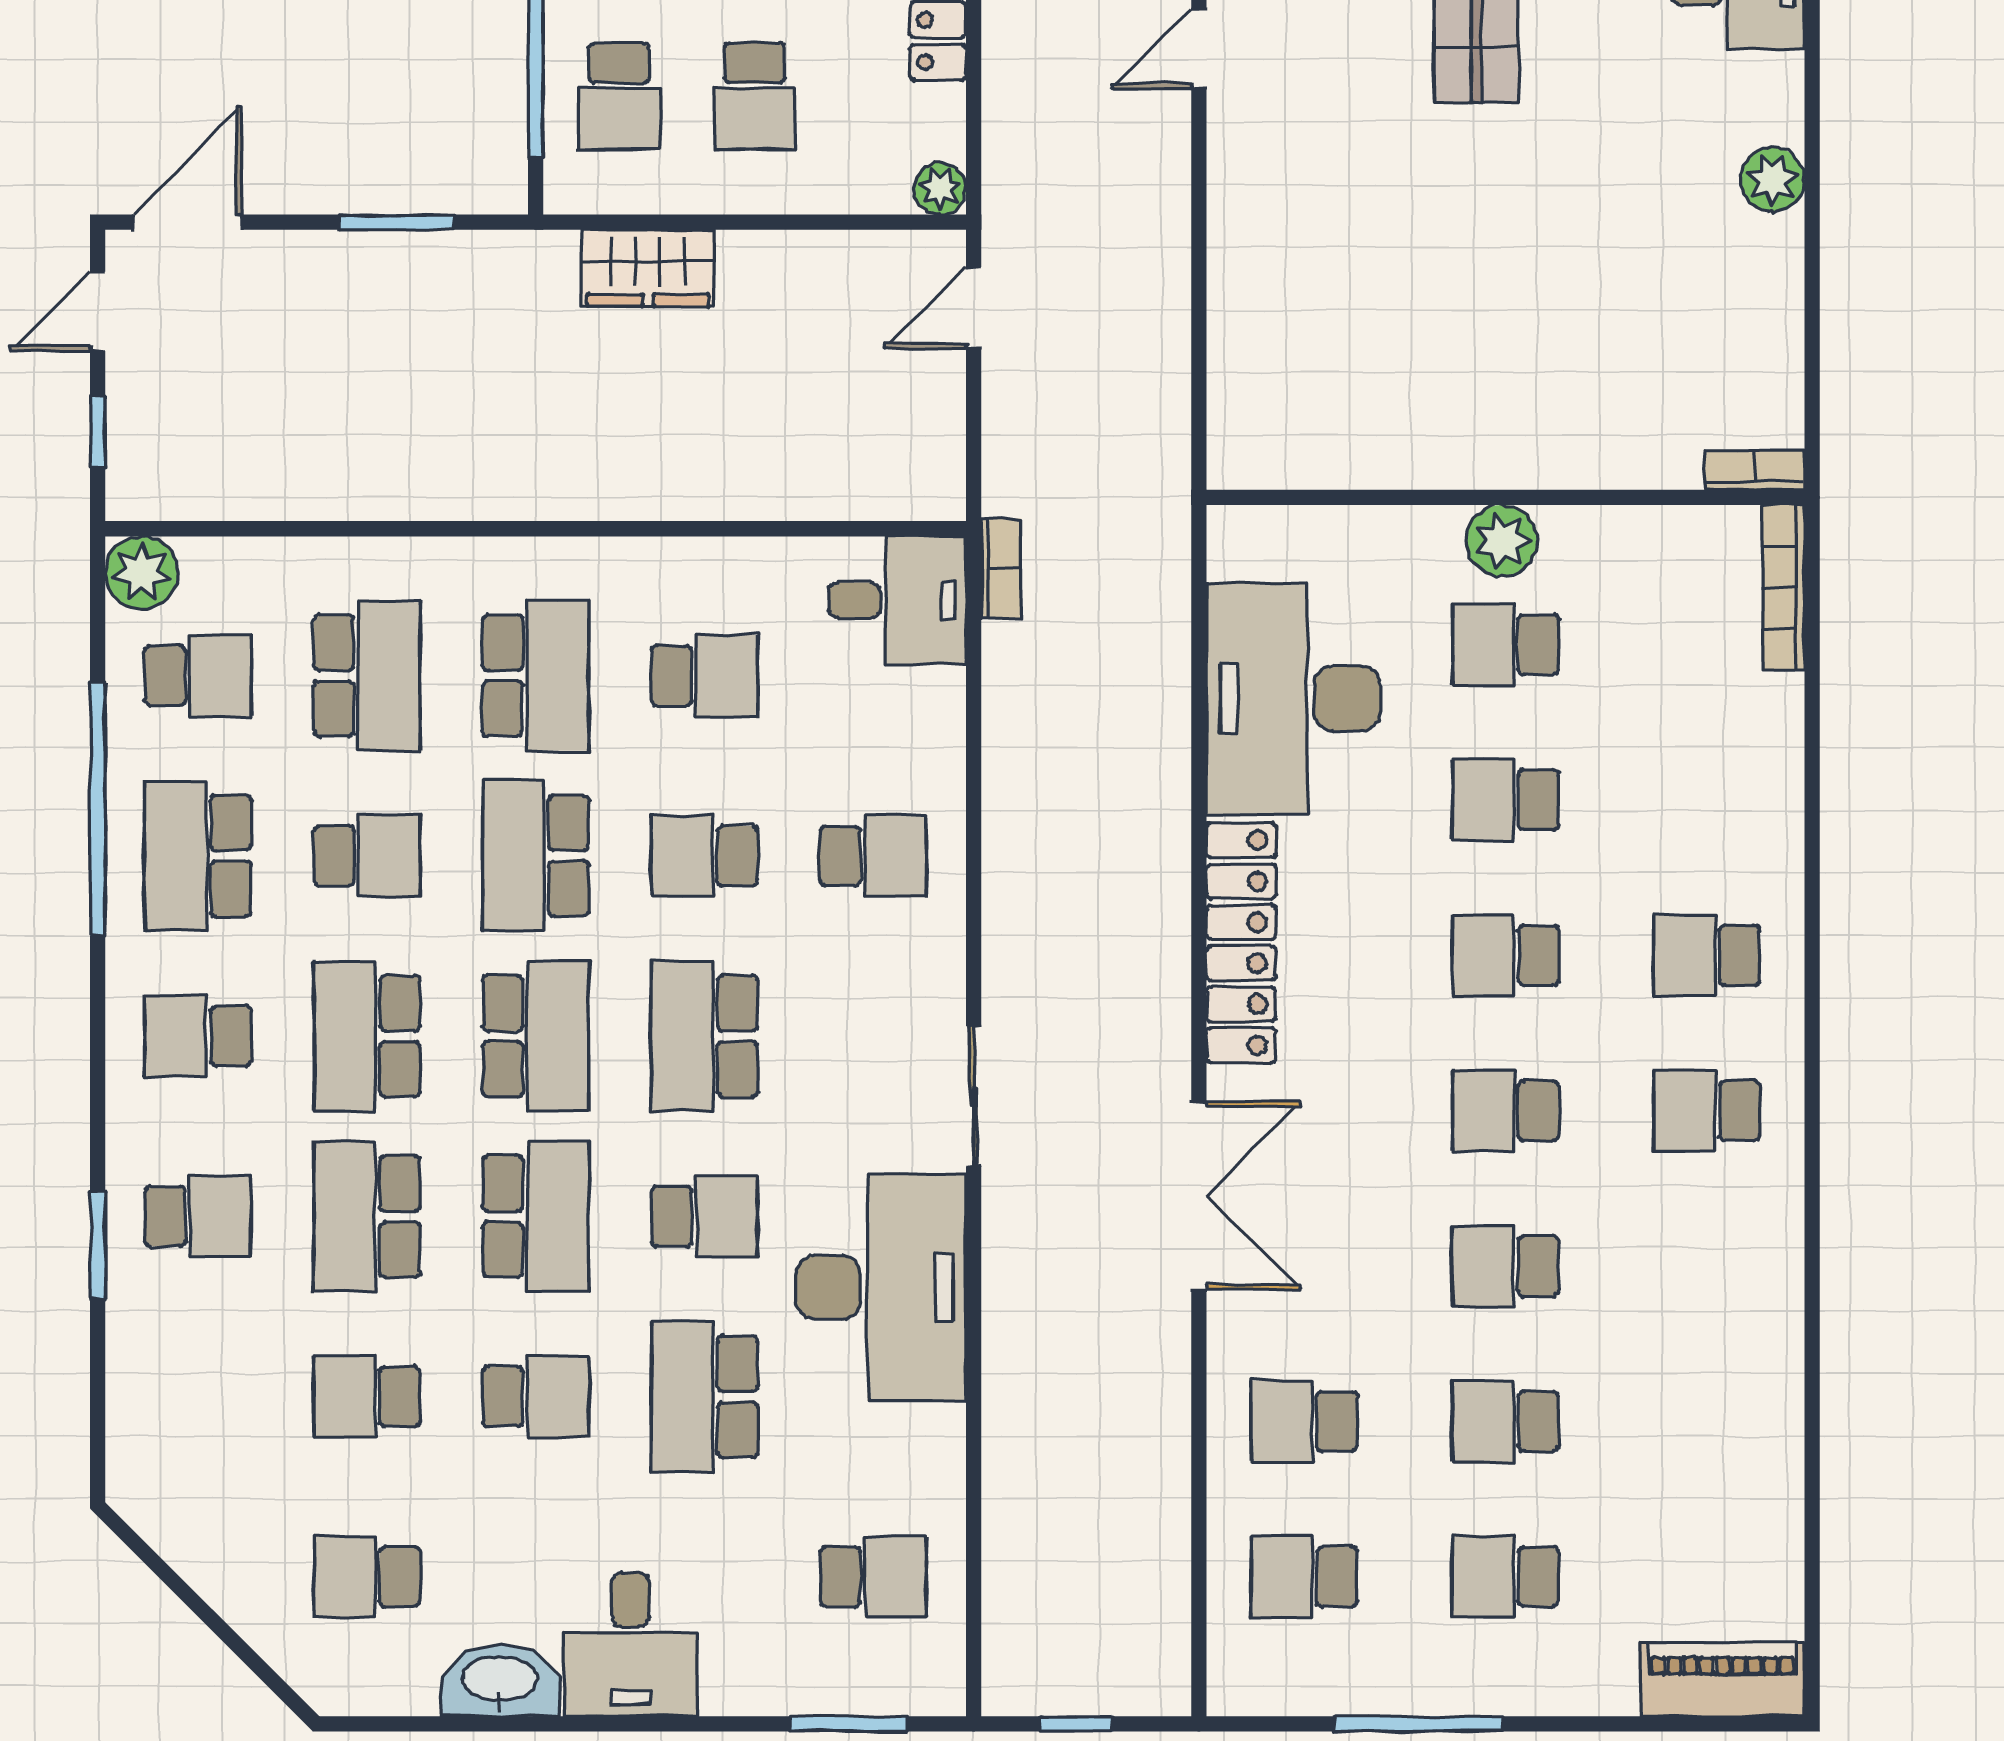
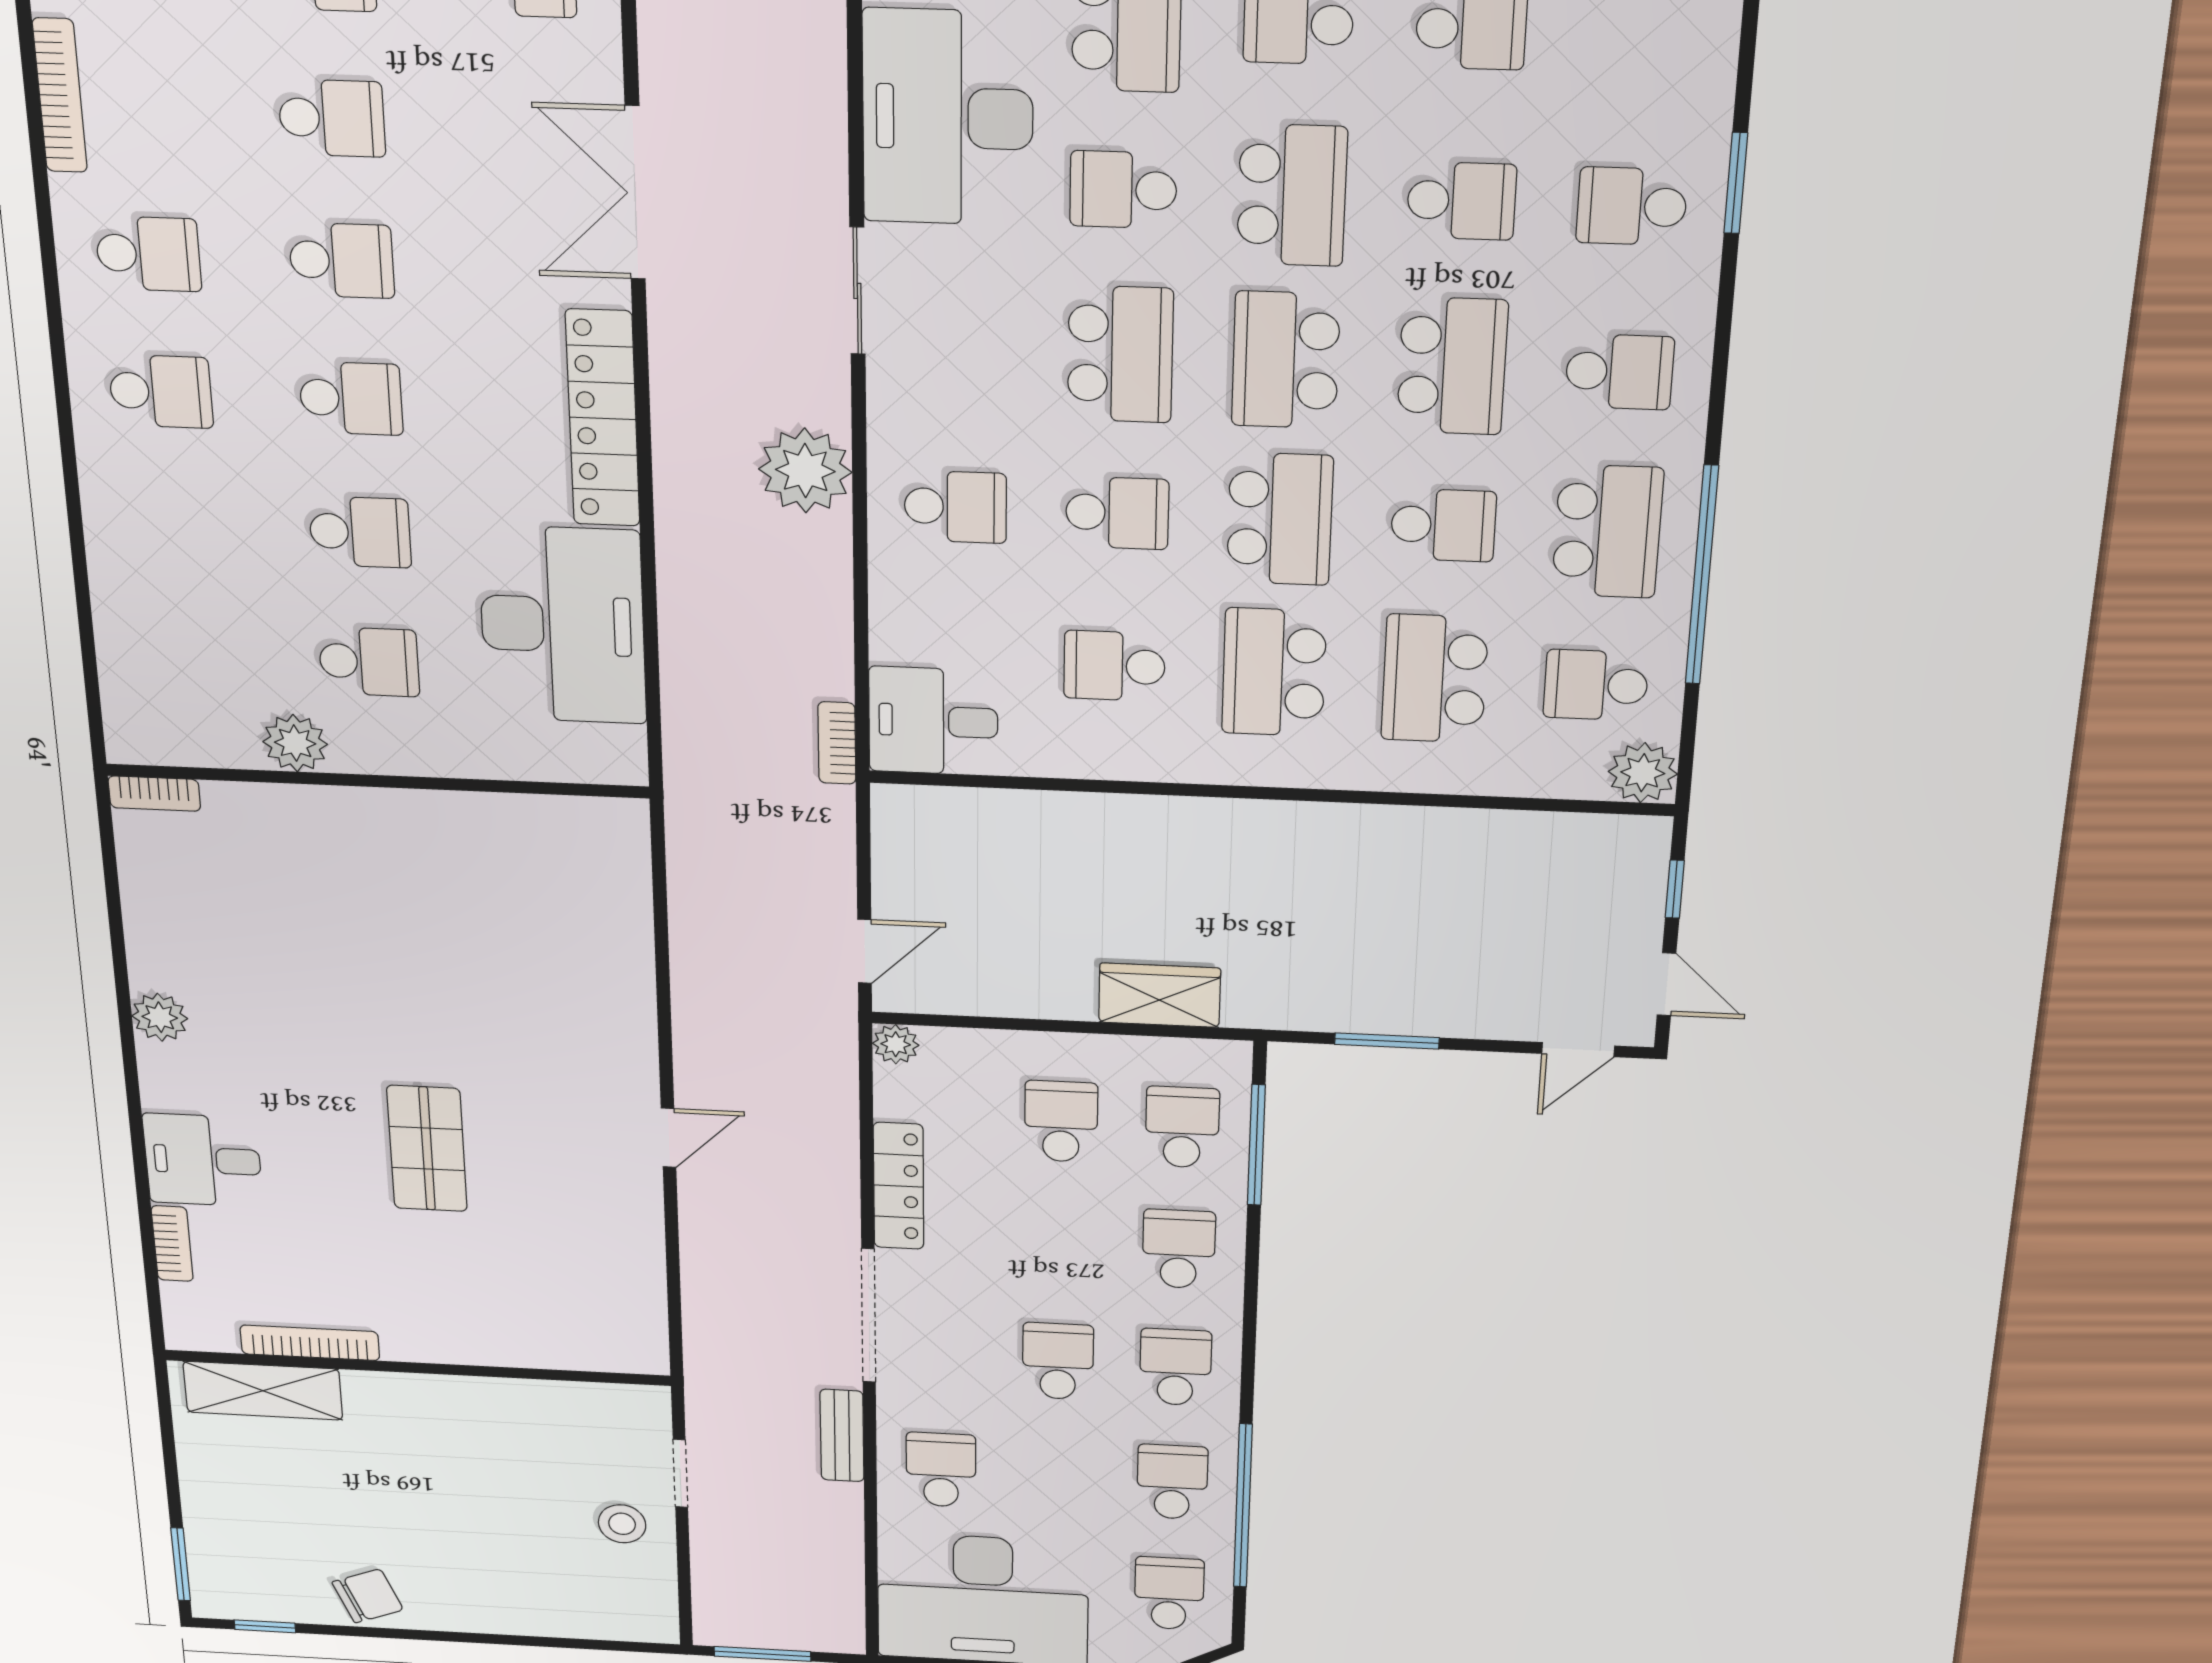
door: (187, 222) -> (1578, 1050), width x0.73
door: (98, 311) -> (1667, 984), hinge flipped
plant: (1502, 541) -> (295, 743), moved
bookcase: (1783, 587) -> (60, 95), moved
school desk: (367, 856) -> (1443, 525), turned 180
school desk: (873, 856) -> (955, 507), turned 180
plant: (1030, 891) -> (805, 471), added
school desk: (367, 1216) -> (1461, 201), width x0.54
school desk: (536, 1216) -> (1292, 195), turned 180

